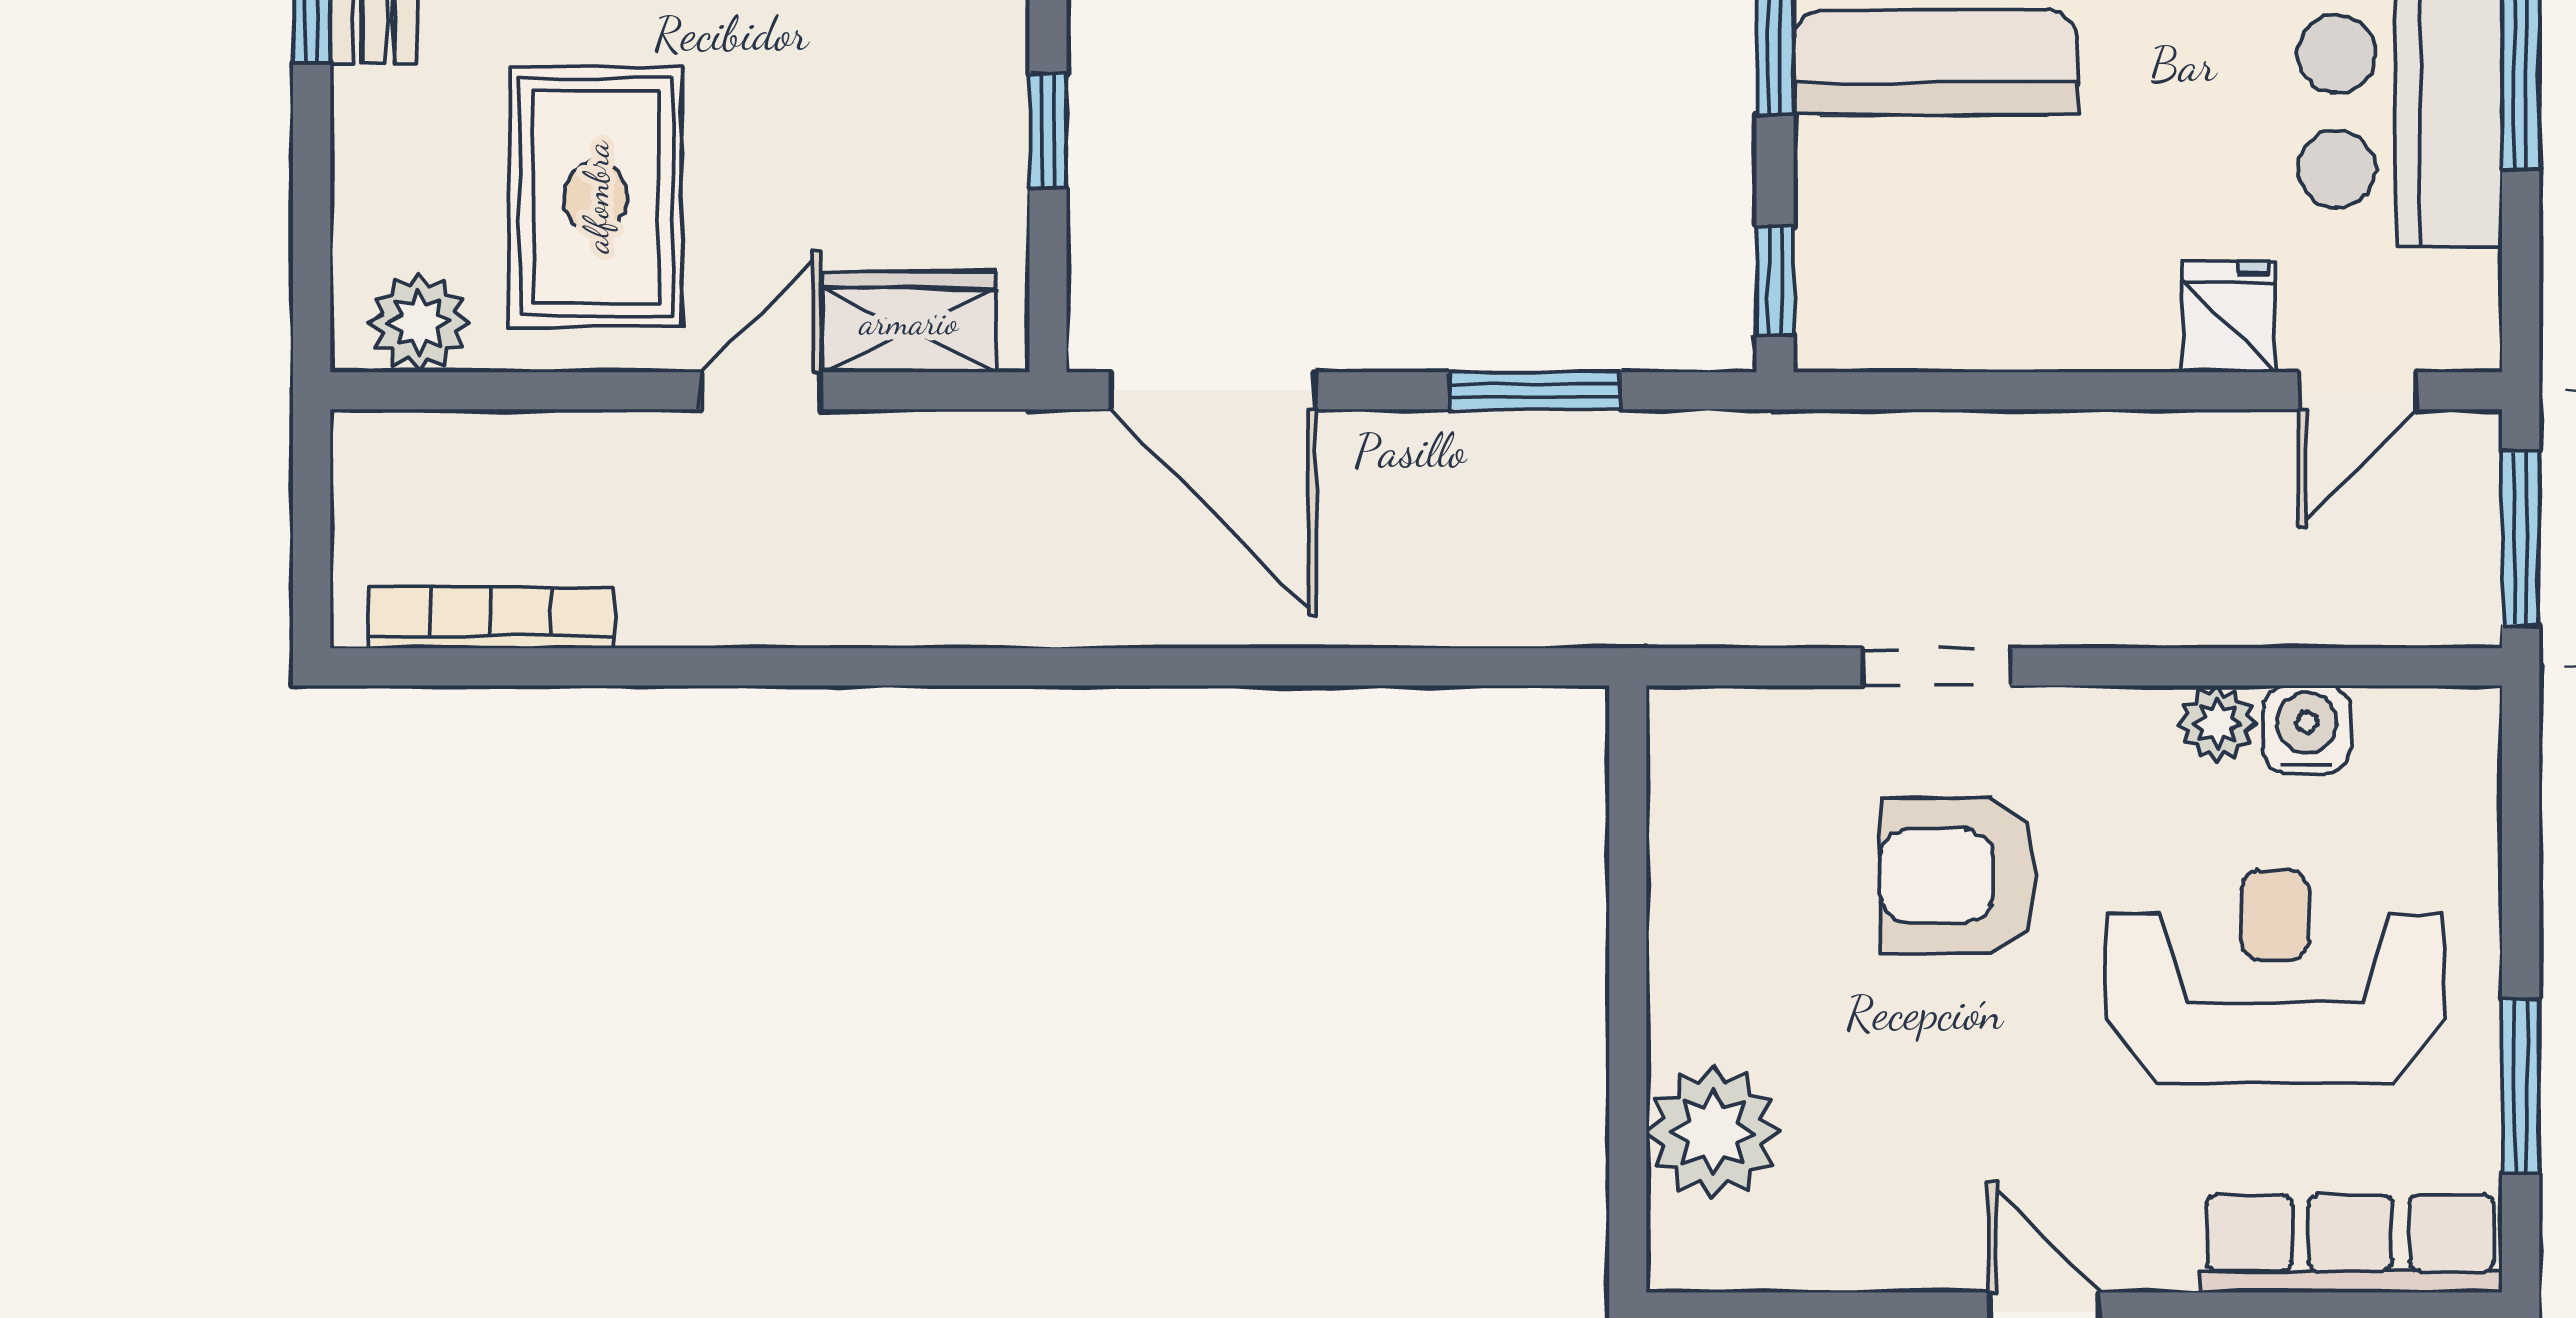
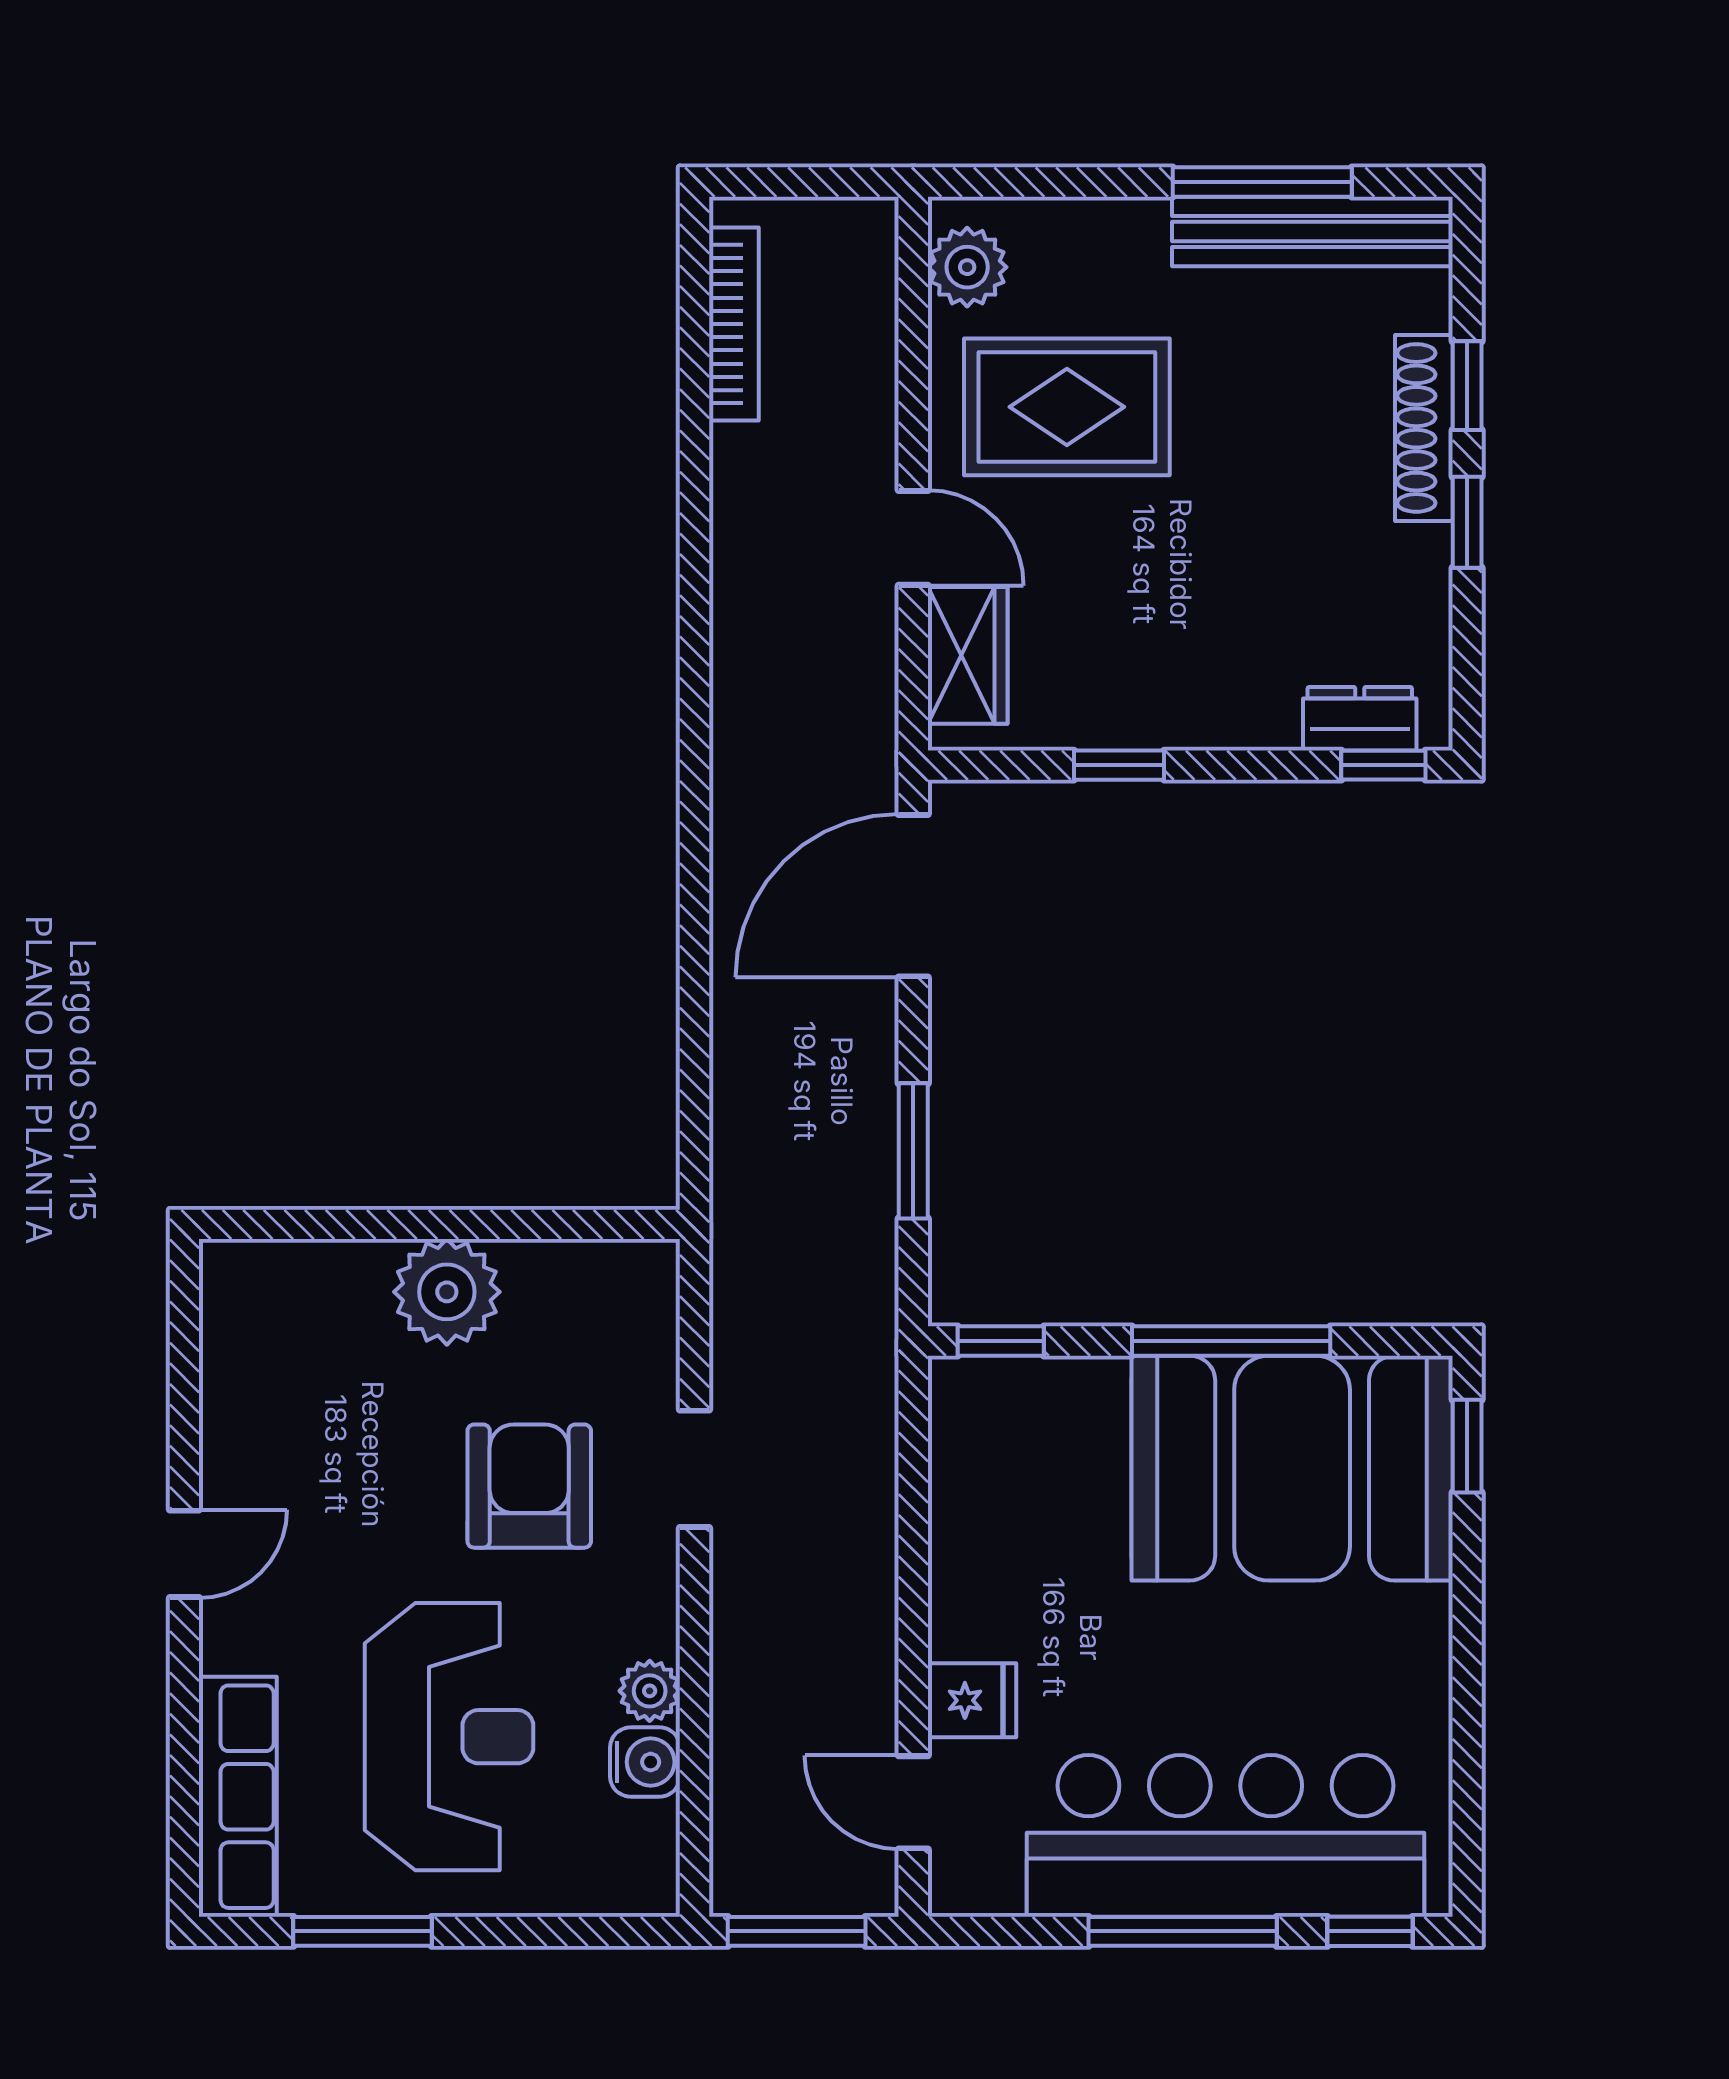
plant: (1713, 1132) -> (447, 1292), moved

